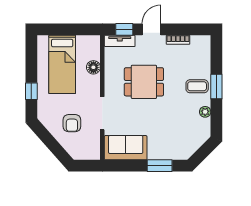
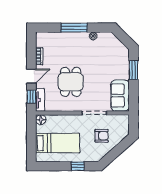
door: (152, 29) -> (31, 76), swing flipped
floor lamp: (93, 67) -> (41, 120), moved
coffee table: (197, 86) -> (74, 42), removed
window: (216, 86) -> (74, 28), width x1.44

